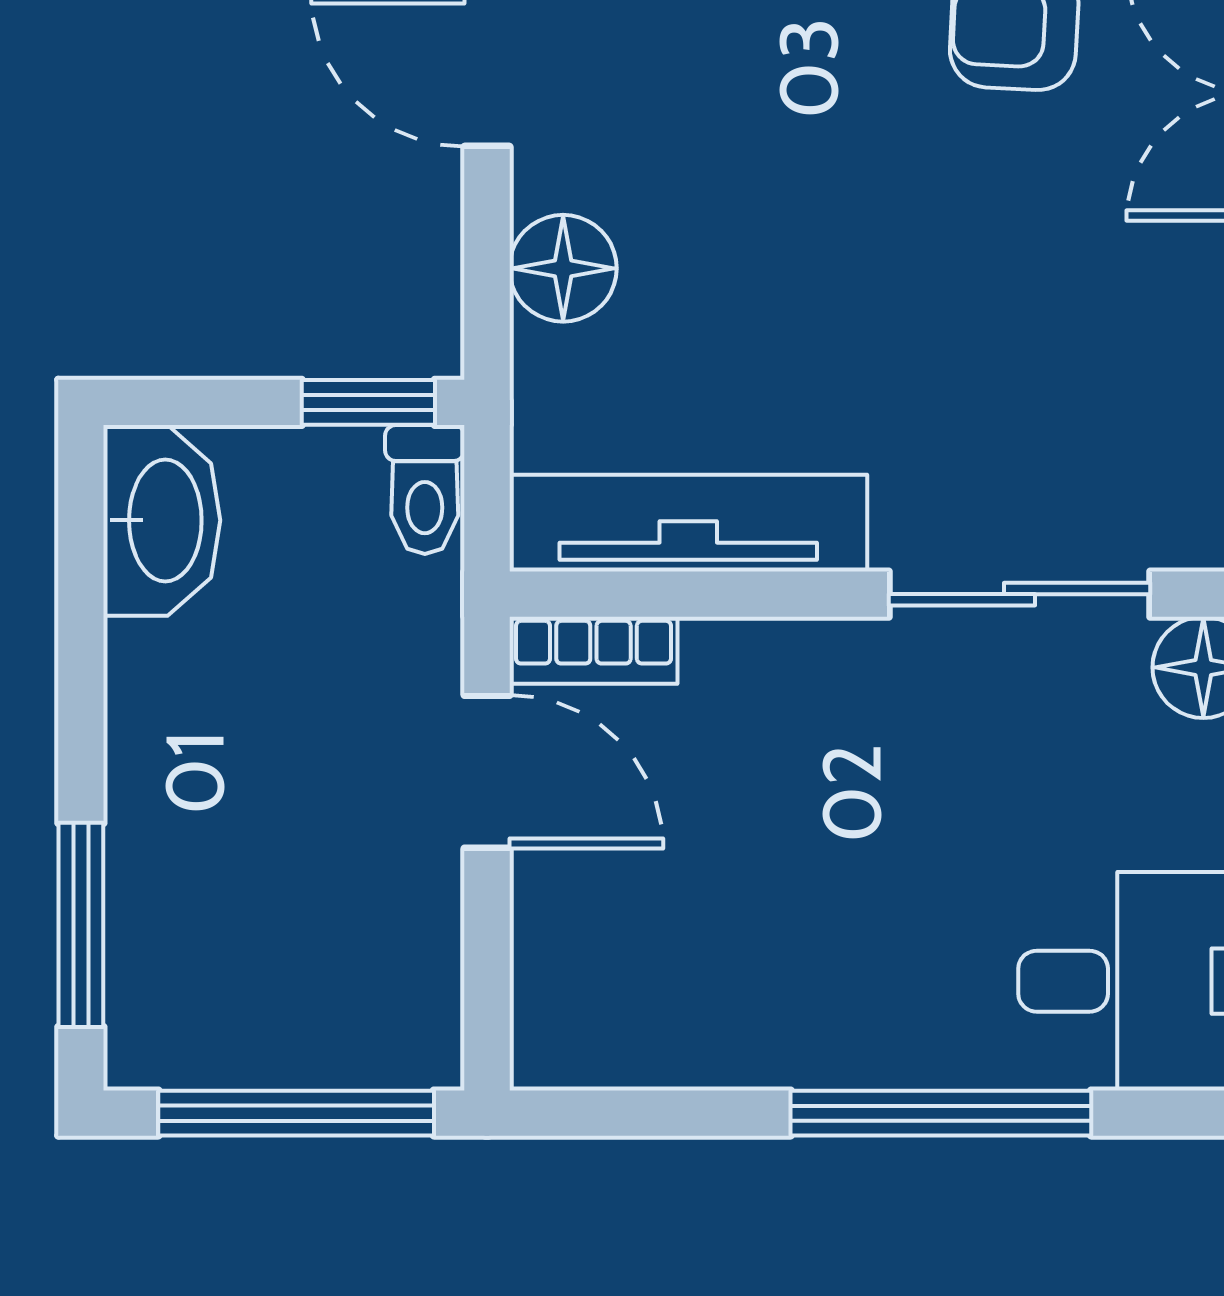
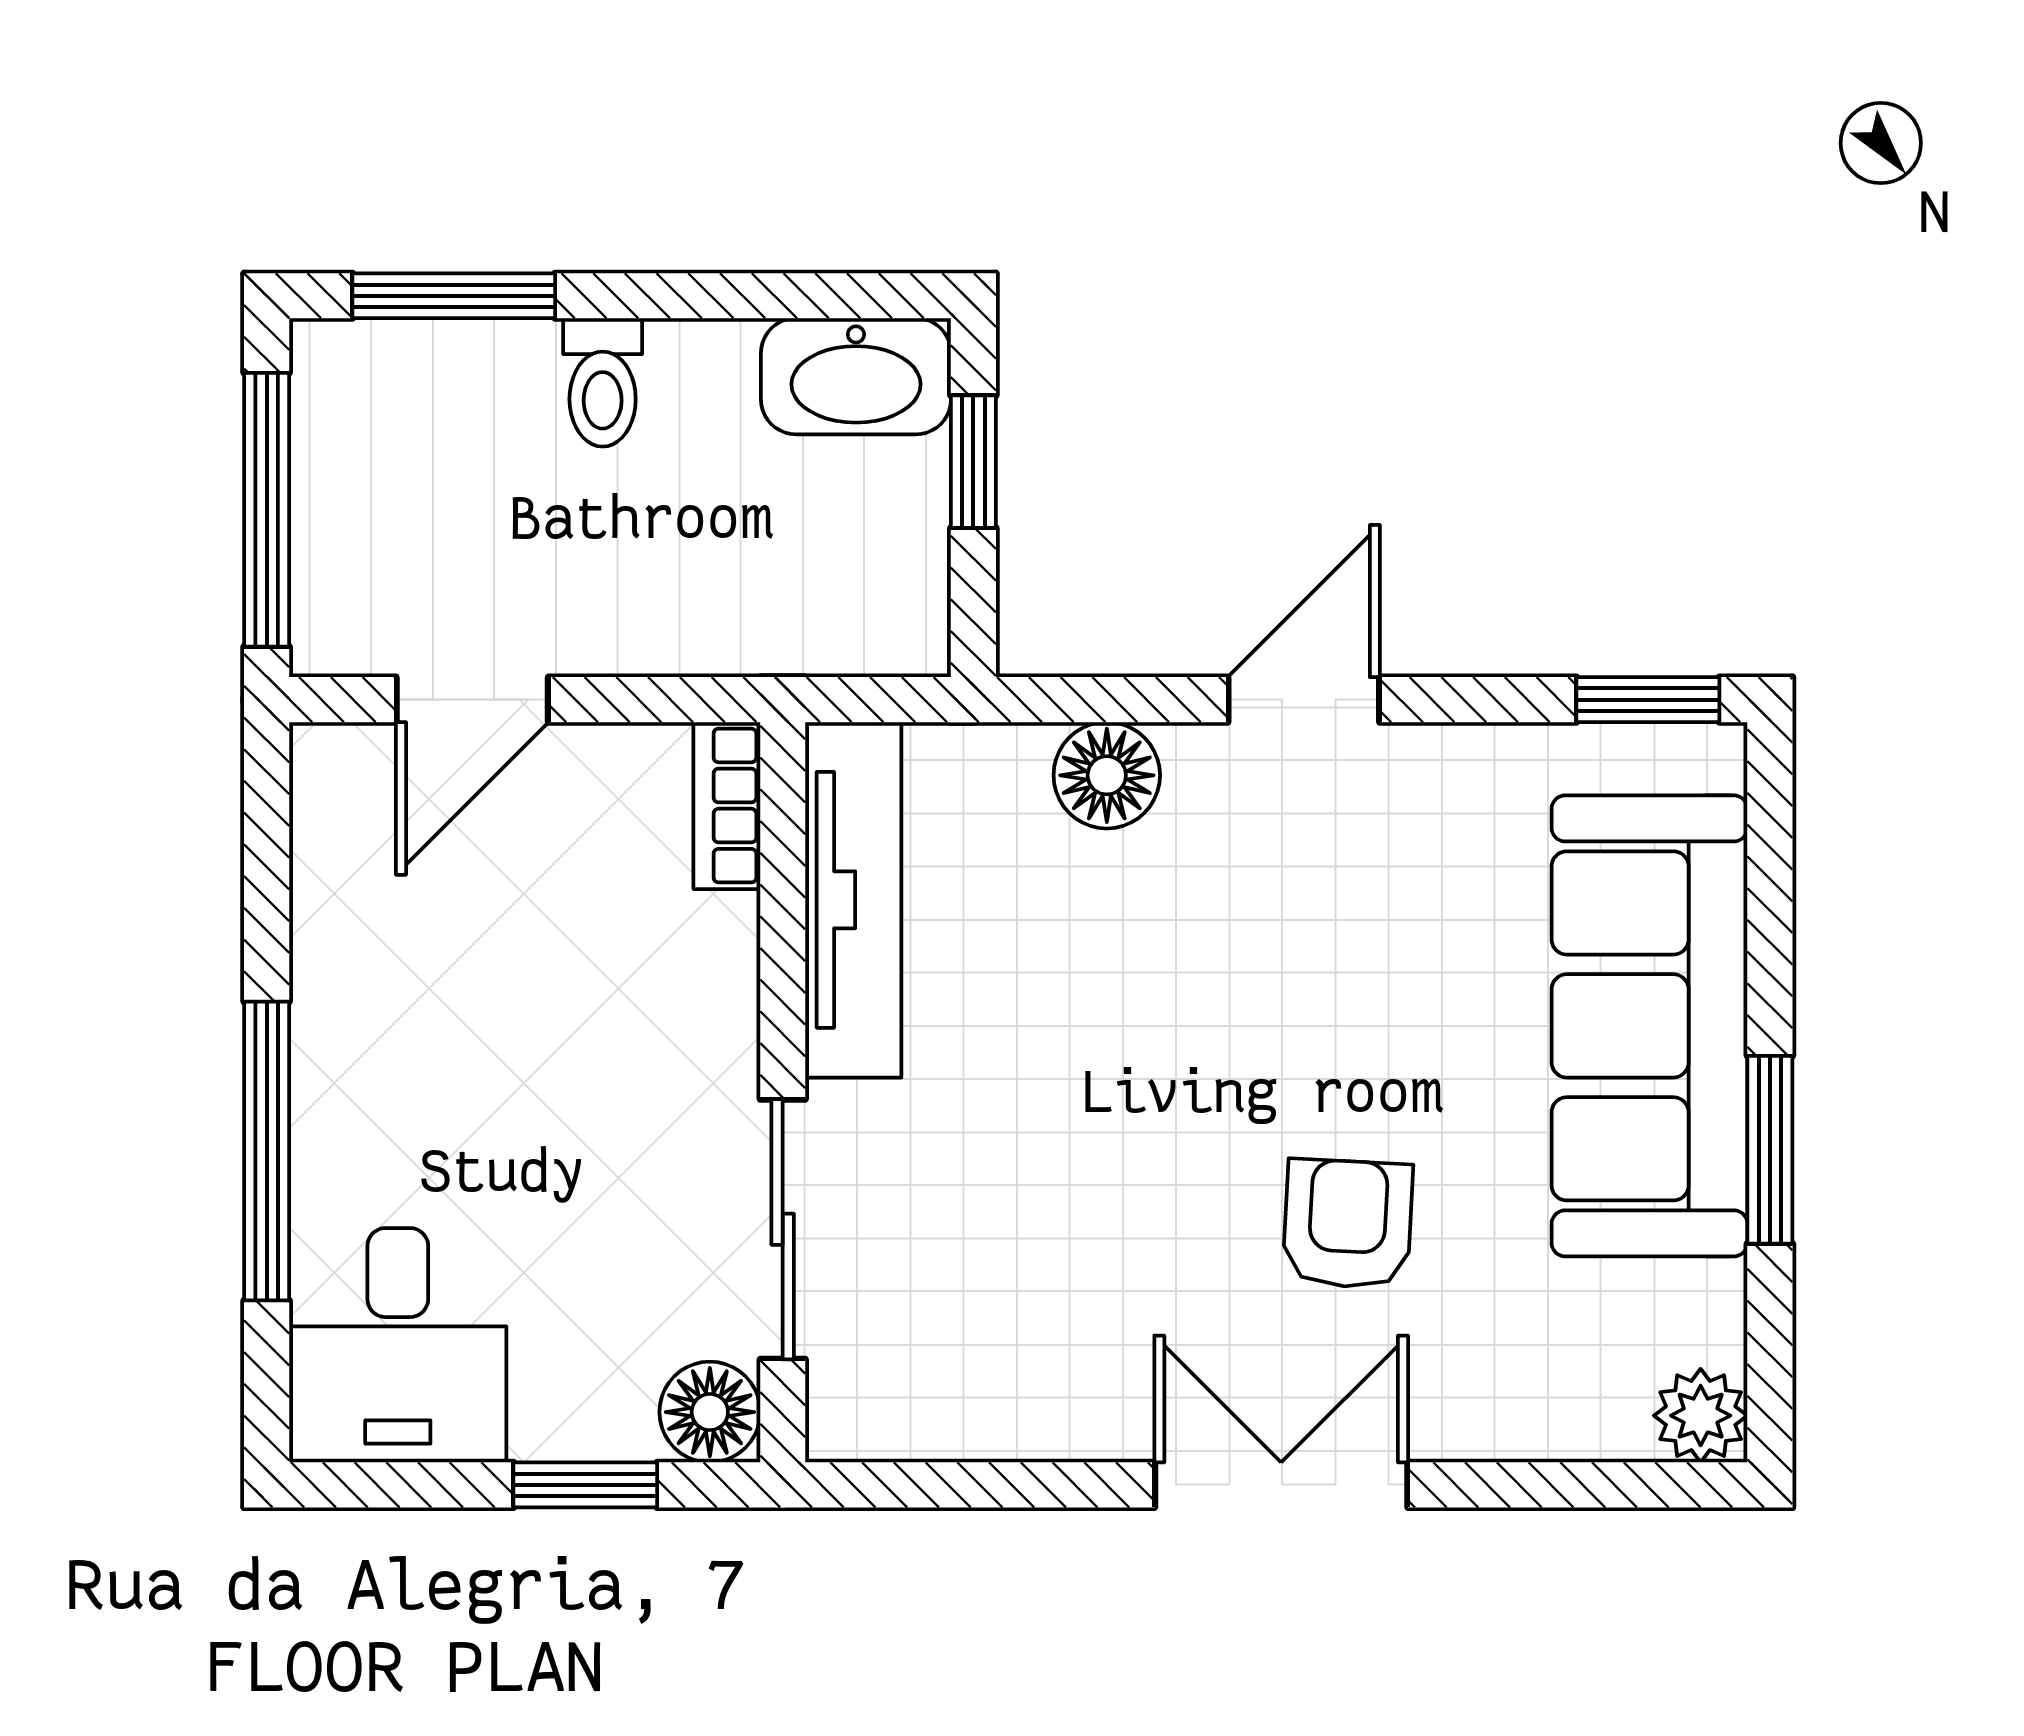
window: (368, 402) -> (973, 462), moved
toilet: (425, 490) -> (603, 382), moved, turned -90
door: (487, 772) -> (472, 700), moved

